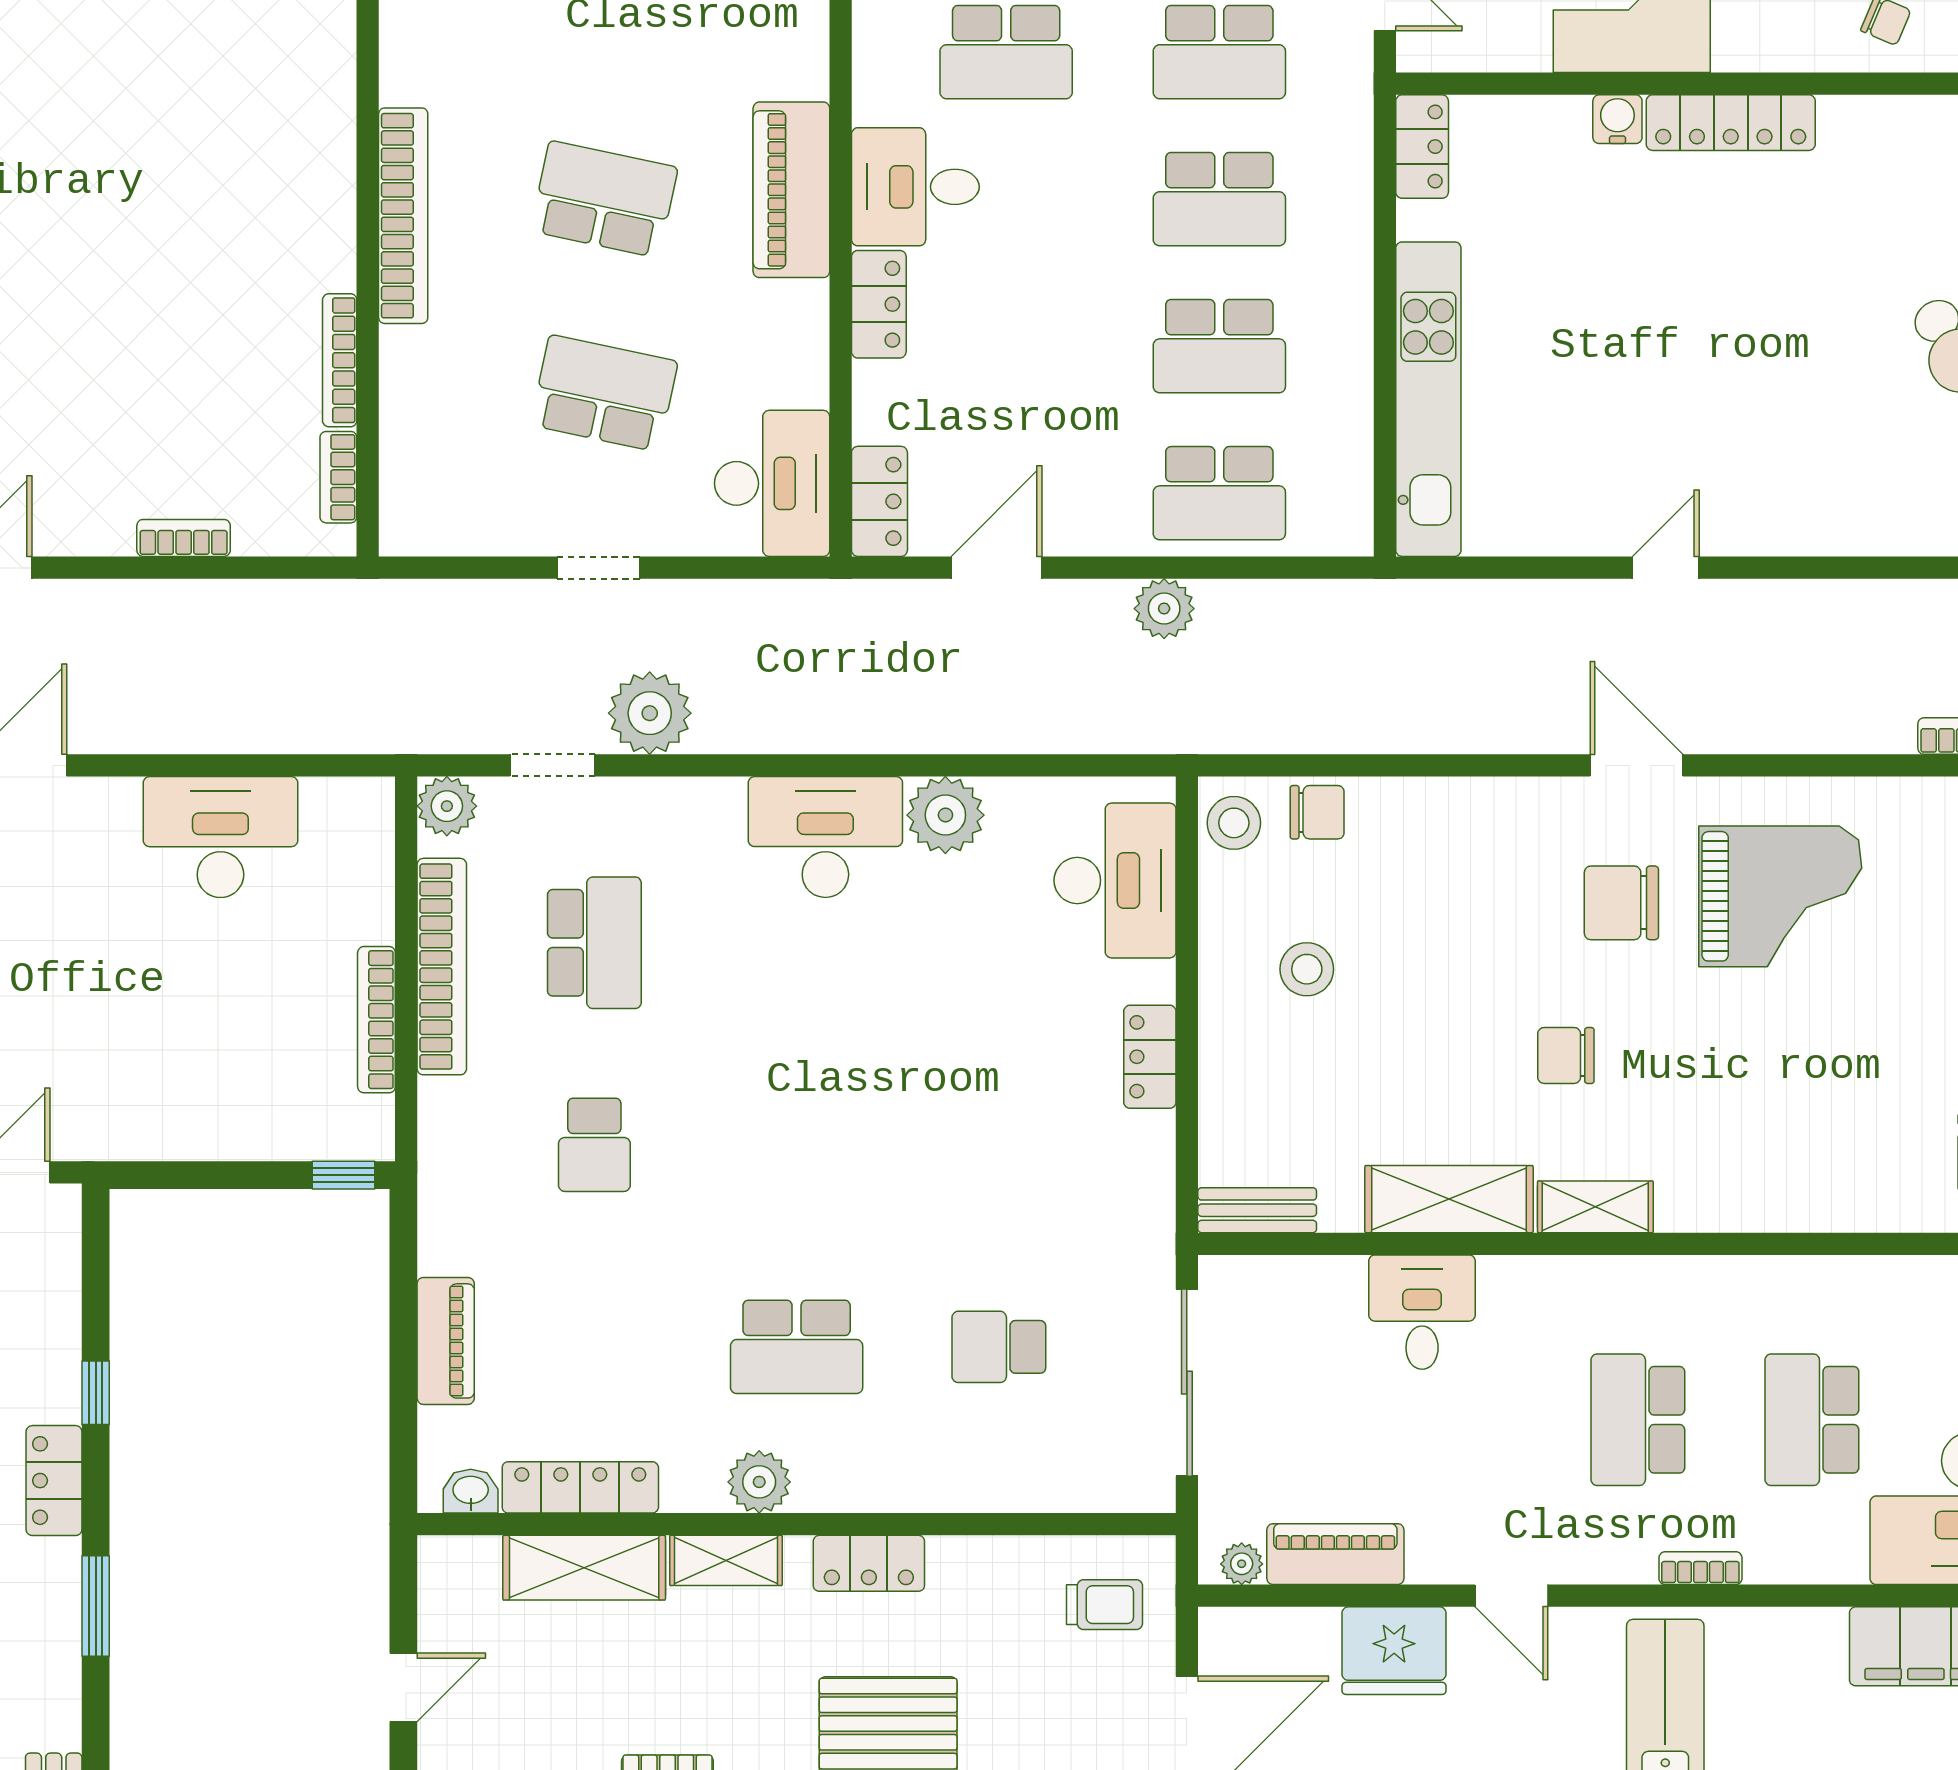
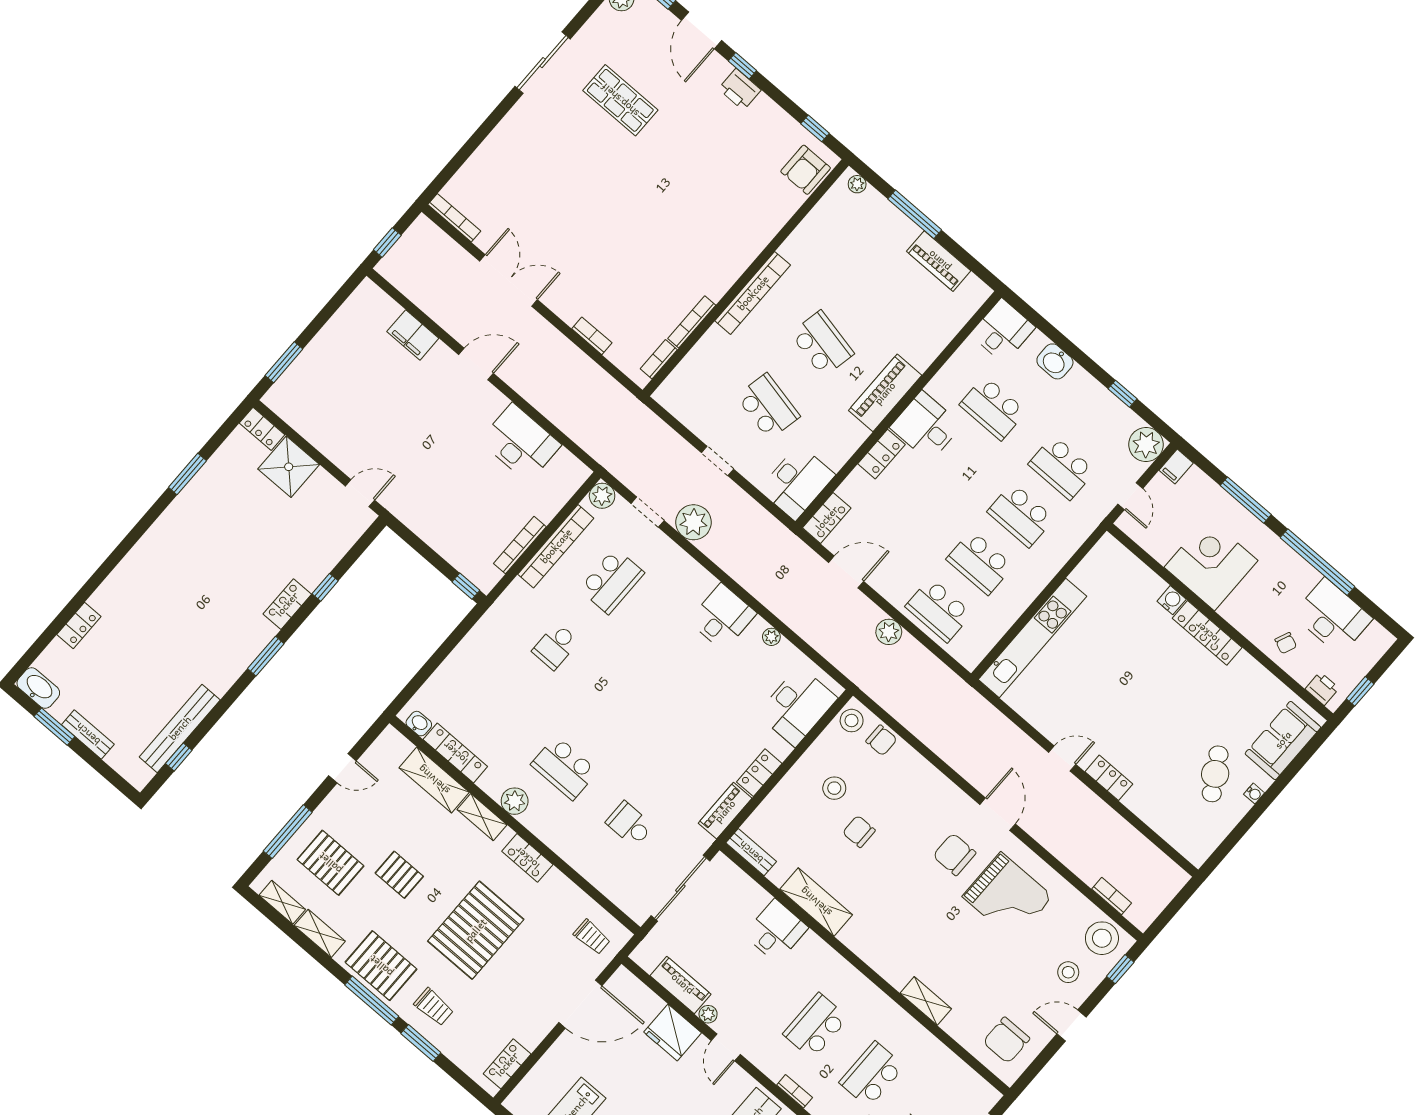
locker: (1422, 147) -> (1109, 778), moved, turned -90
plant: (945, 815) -> (771, 637), width x0.53, depth x0.53
desk: (825, 837) -> (722, 617), width x0.73
chair: (1566, 1055) -> (859, 831), moved
shelving: (1595, 1207) -> (926, 1001), moved
piano: (446, 1341) -> (725, 811), moved, turned 180
plant: (1242, 1564) -> (708, 1014), moved

